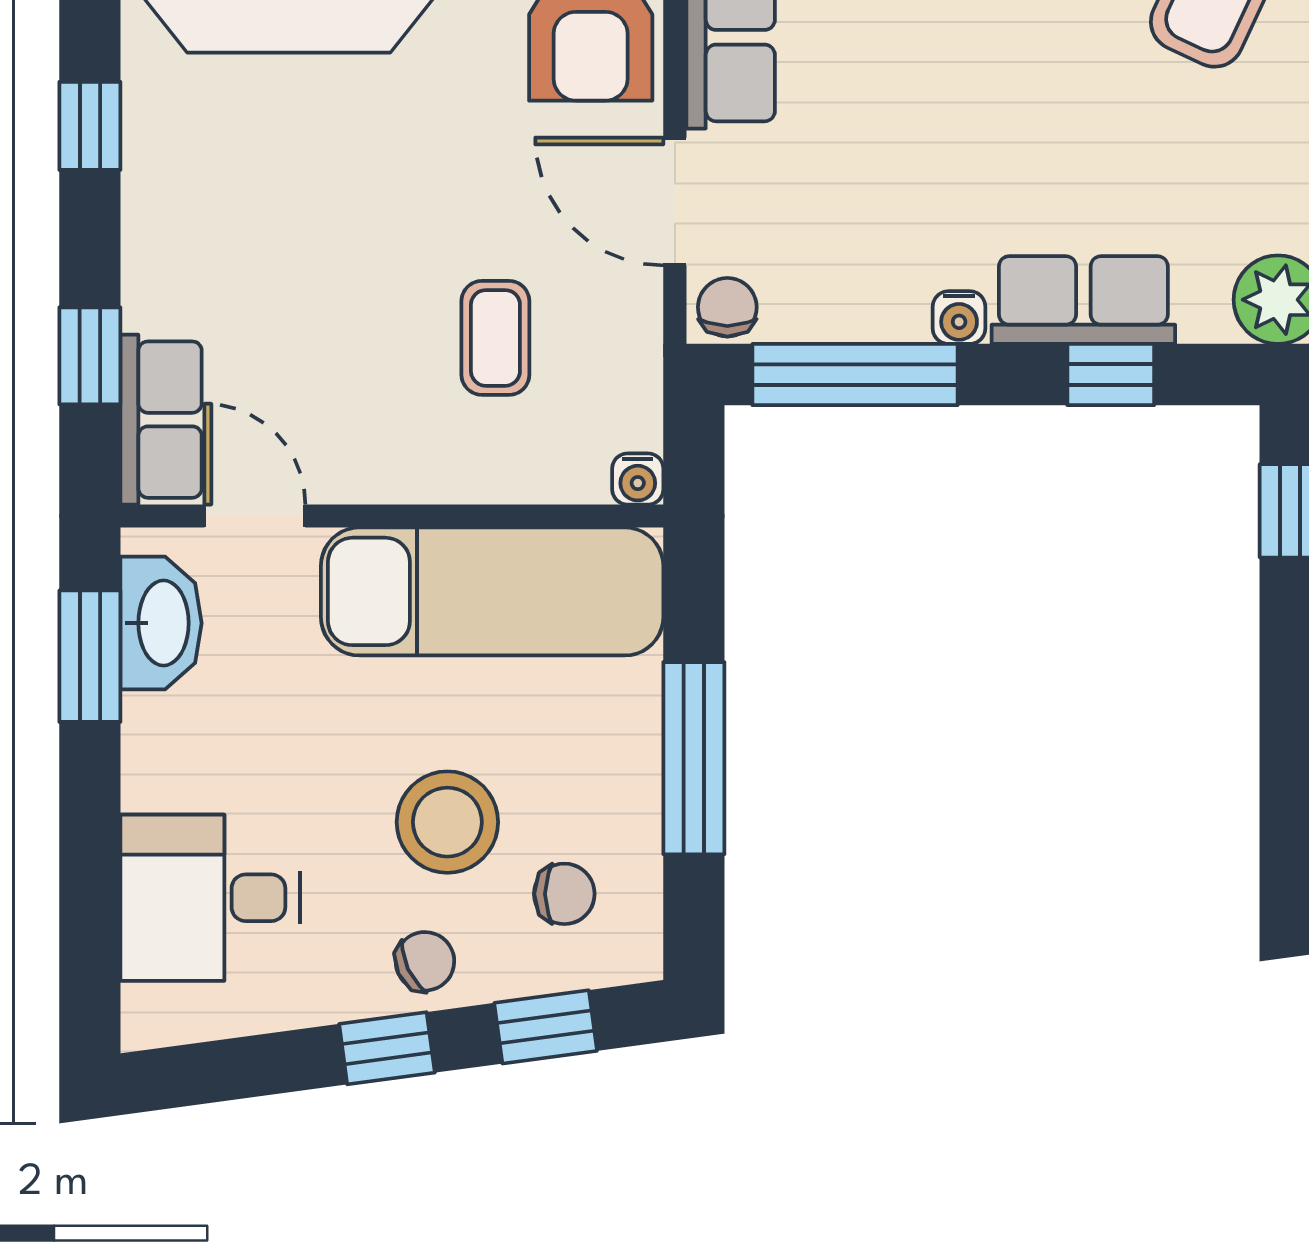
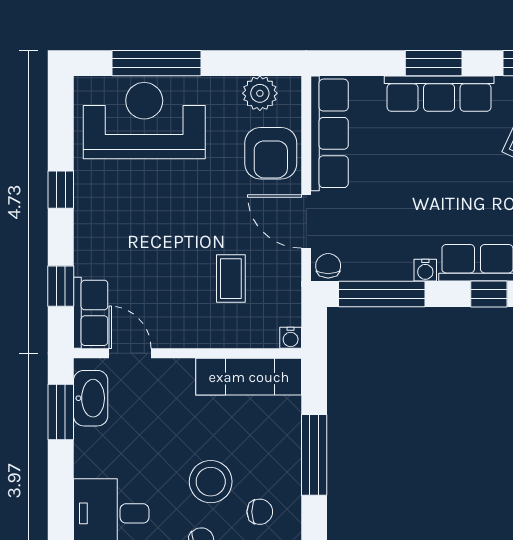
exam couch: (492, 591) -> (249, 377), width x0.73, depth x0.69

